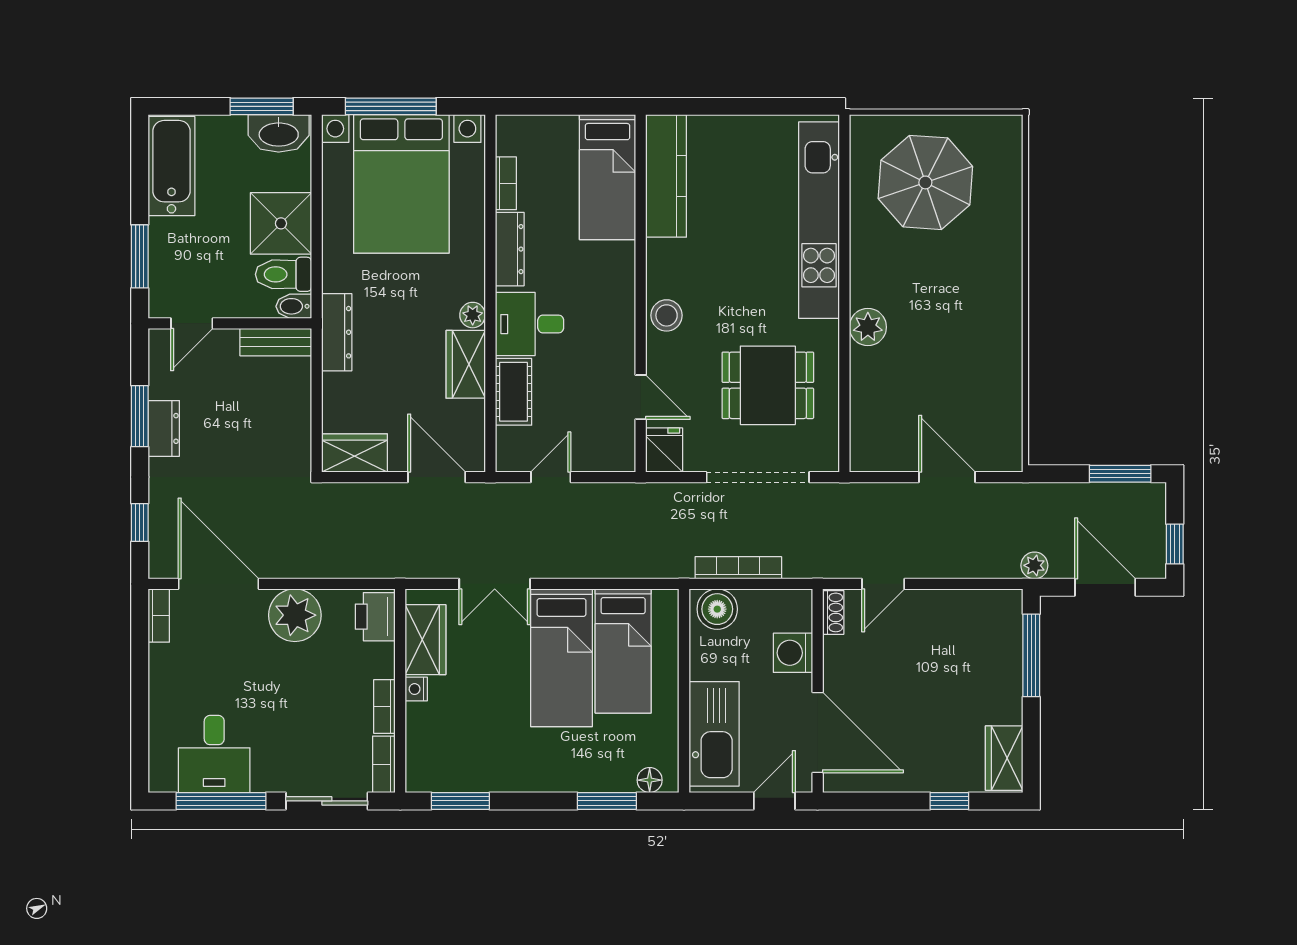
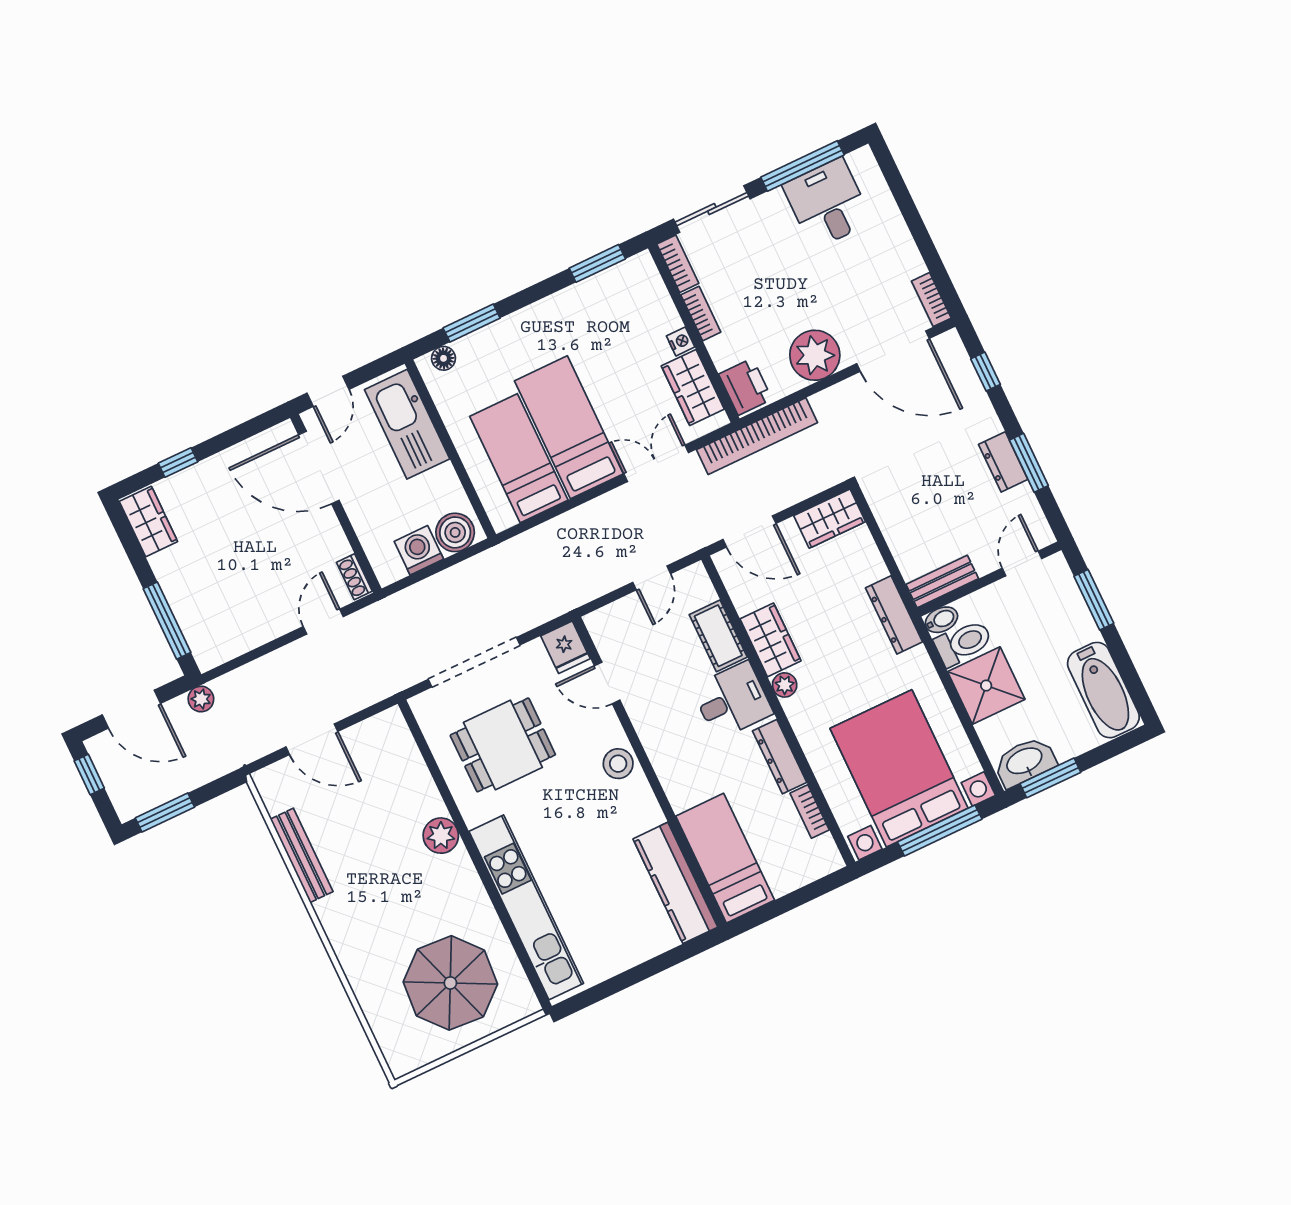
bench: (1009, 371) -> (302, 855), added
bookcase: (738, 568) -> (757, 436), moved, width x1.48, depth x1.31
washing machine: (793, 653) -> (419, 550), moved, turned -90

